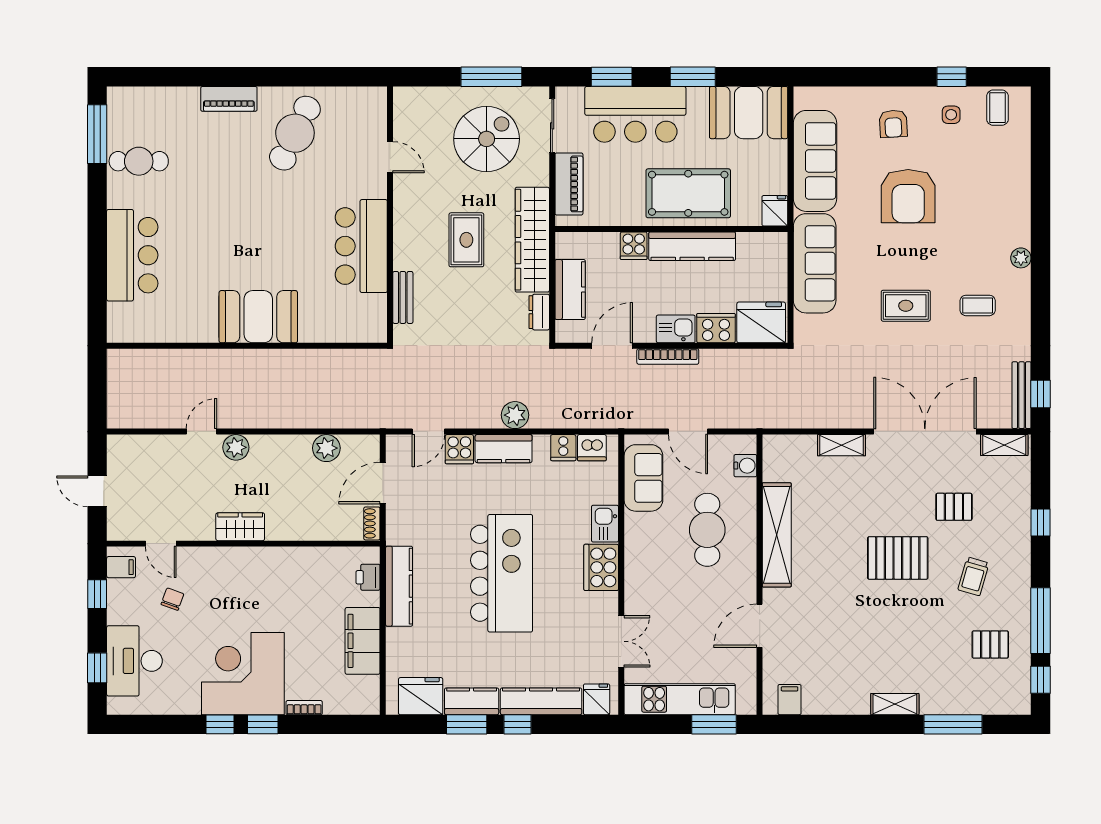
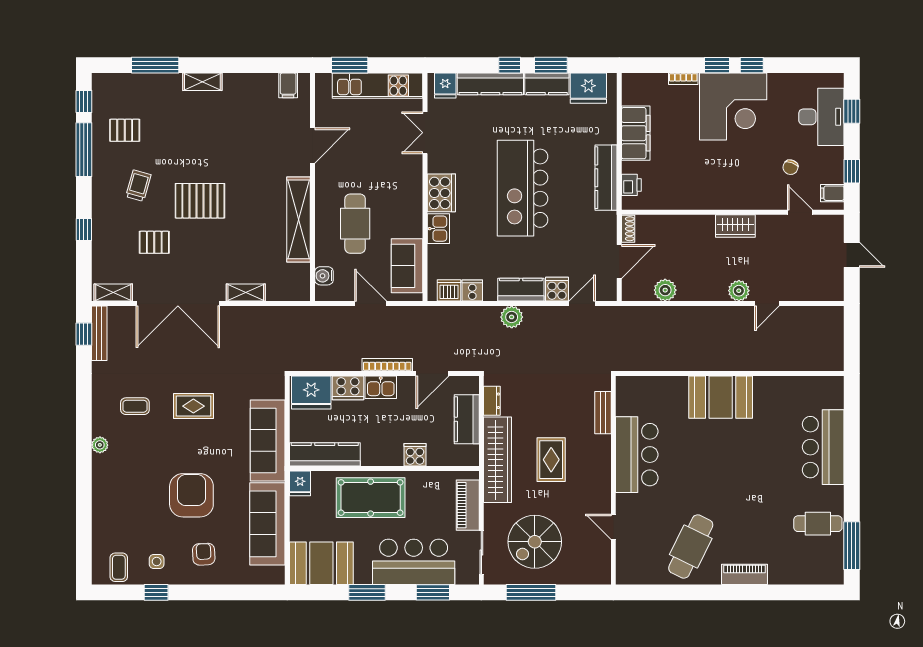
kitchen counter: (692, 246) -> (325, 454), moved

